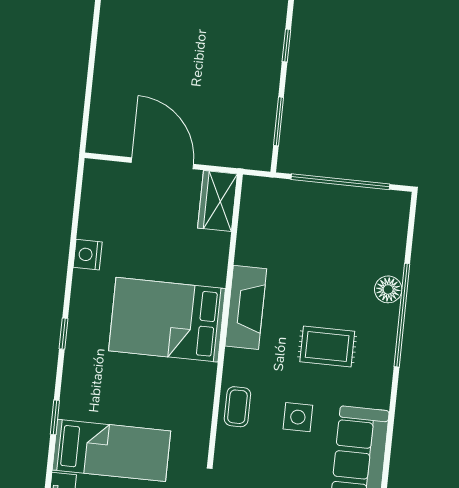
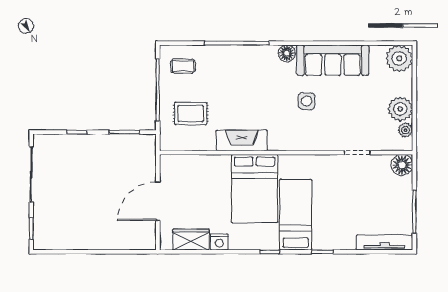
wardrobe: (217, 201) -> (191, 240), moved, turned 180
floor lamp: (388, 289) -> (287, 53), moved
rug: (327, 347) -> (191, 114), moved, turned 90
coffee table: (237, 407) -> (183, 66), moved
bed: (111, 450) -> (296, 215), moved

